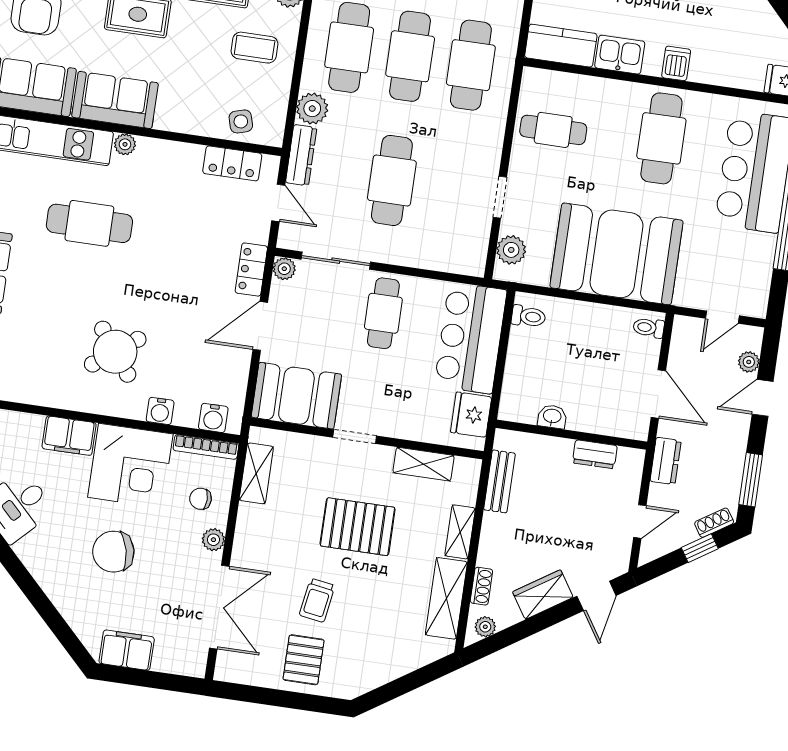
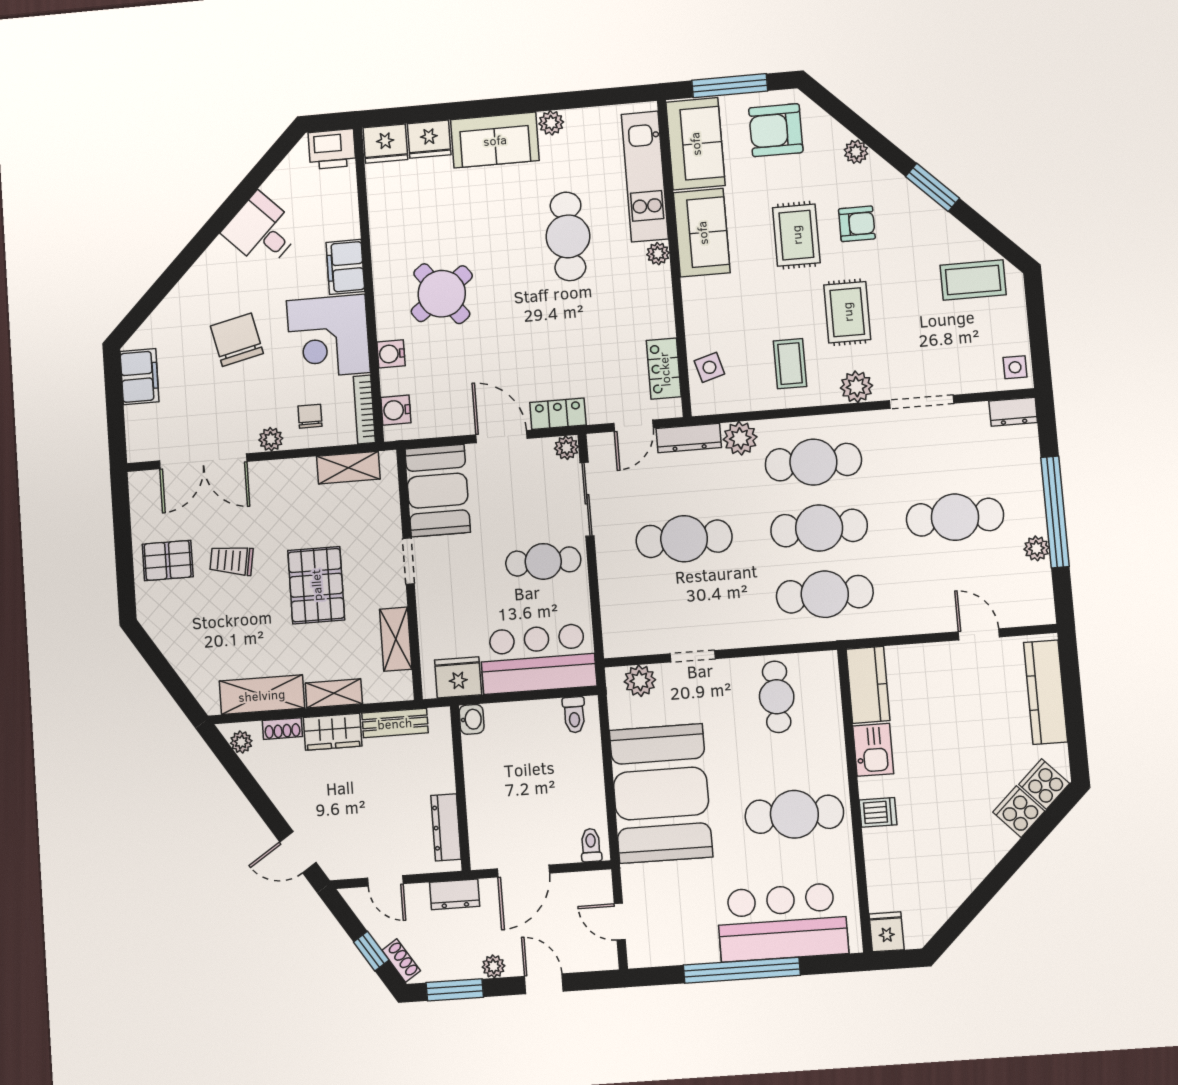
plant: (749, 362) -> (493, 966), moved
washbasin: (552, 417) -> (472, 719), moved
dresser: (595, 454) -> (446, 827), width x1.44
wardrobe: (543, 595) -> (333, 732), moved, turned 123

